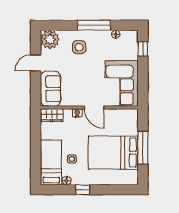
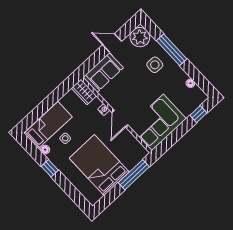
window: (94, 25) -> (172, 50), moved
window: (143, 148) -> (134, 175), moved

